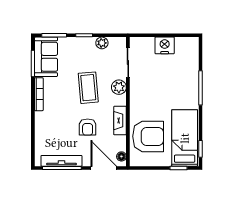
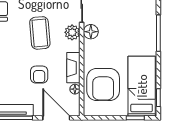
floor lamp: (136, 86) -> (91, 32), added
armchair: (148, 136) -> (103, 85), turned 90
floor lamp: (121, 156) -> (75, 89), moved

